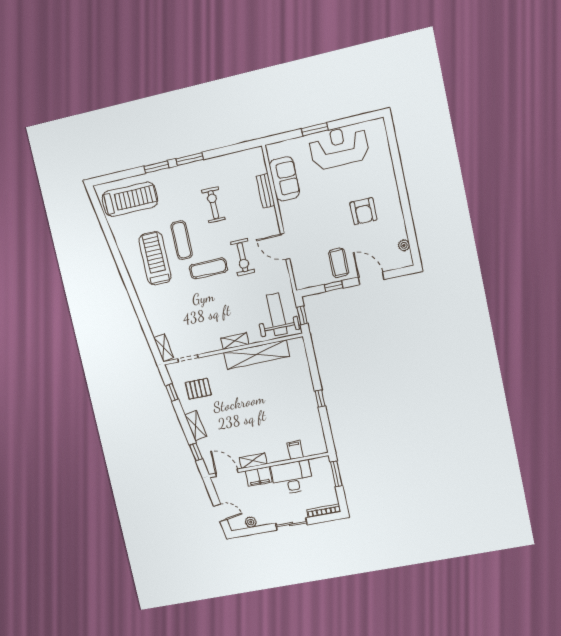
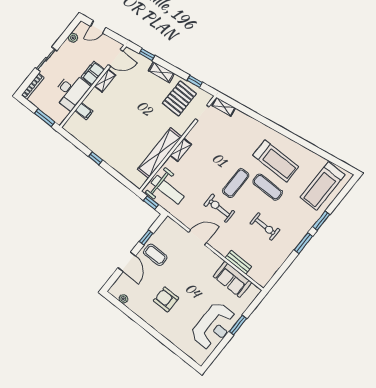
door: (371, 278) -> (127, 262), hinge flipped
pallet: (198, 389) -> (179, 98), width x1.50, depth x1.42

